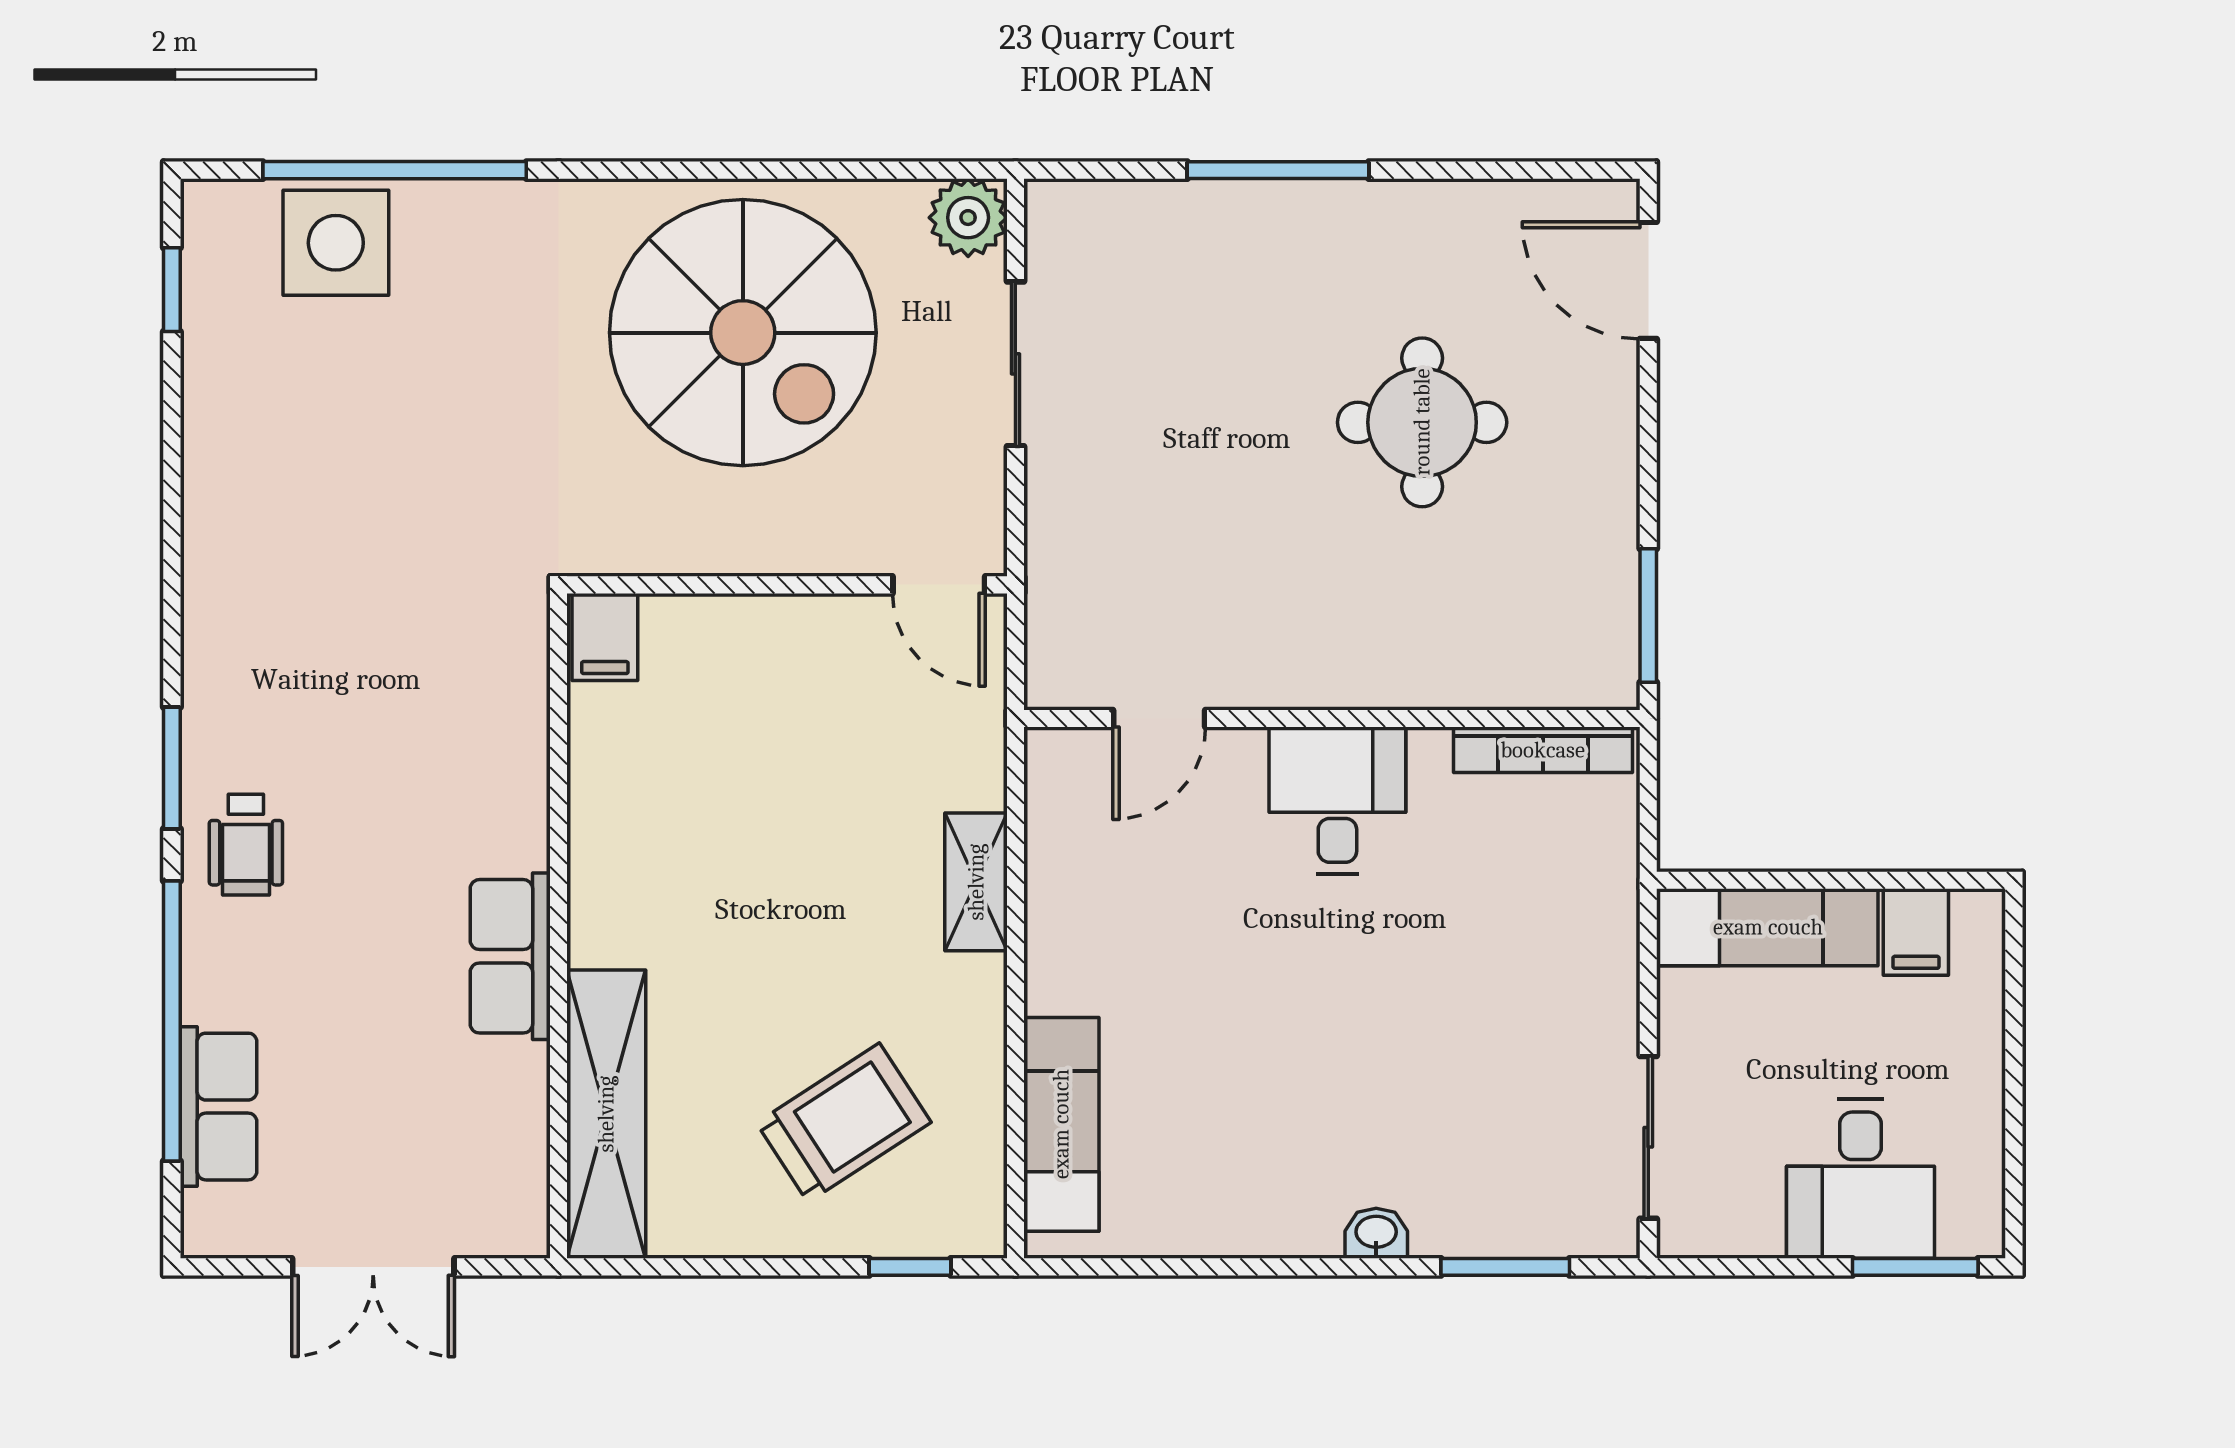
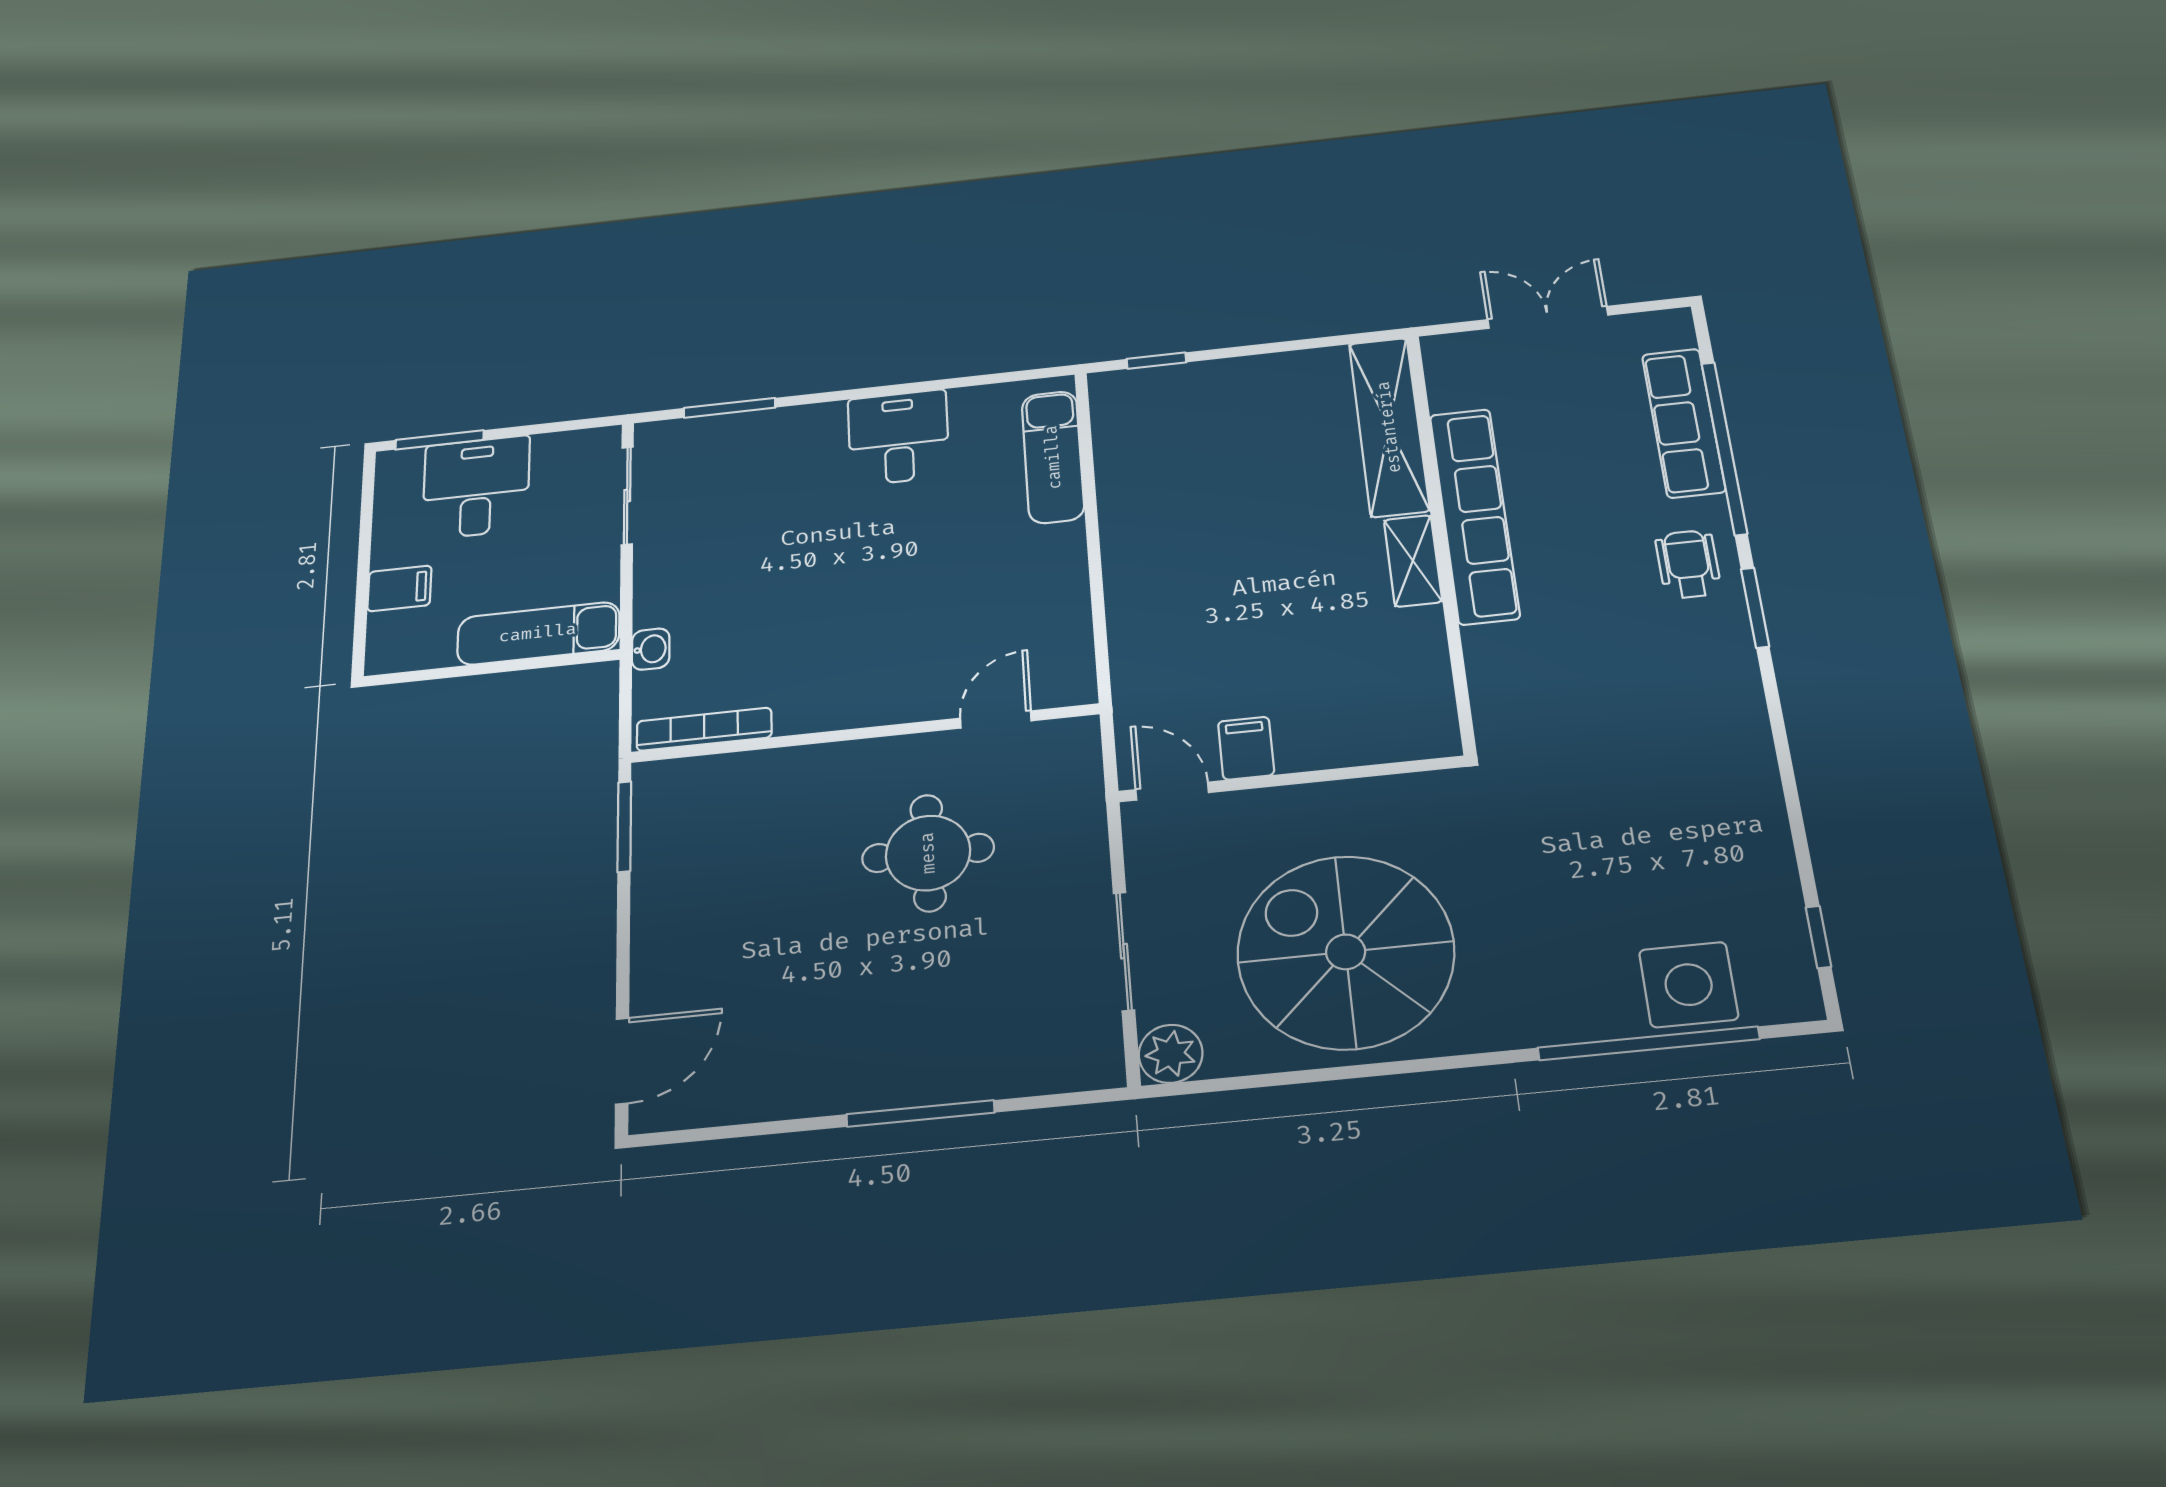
door: (1648, 280) -> (622, 1061), hinge flipped
round table: (1422, 422) -> (928, 853), moved
filing cabinet: (605, 637) -> (1246, 748), moved
desk: (1337, 801) -> (898, 438), moved, turned 180
shelving: (976, 882) -> (1413, 561), moved
filing cabinet: (1916, 932) -> (399, 588), moved, turned 90
row of seats: (510, 956) -> (1474, 515), width x2.02
row of seats: (218, 1107) -> (1684, 423), width x1.48
trolley: (844, 1123) -> (1213, 441), removed
washbasin: (1376, 1233) -> (651, 649), moved, turned -90

